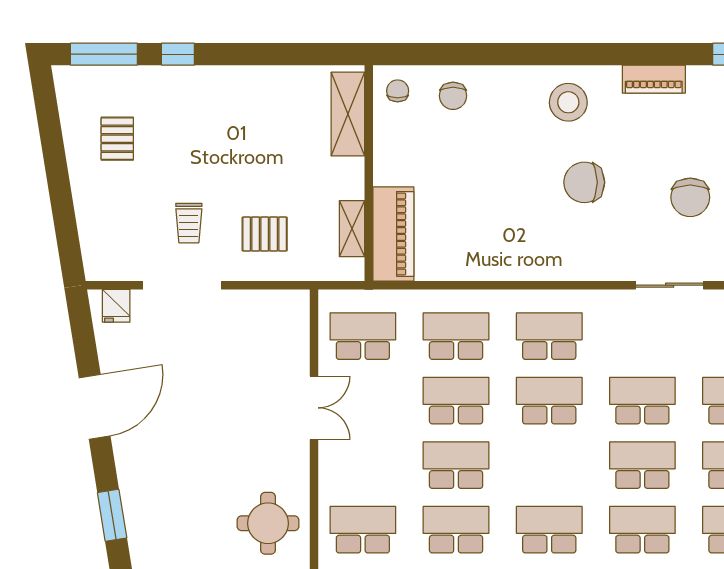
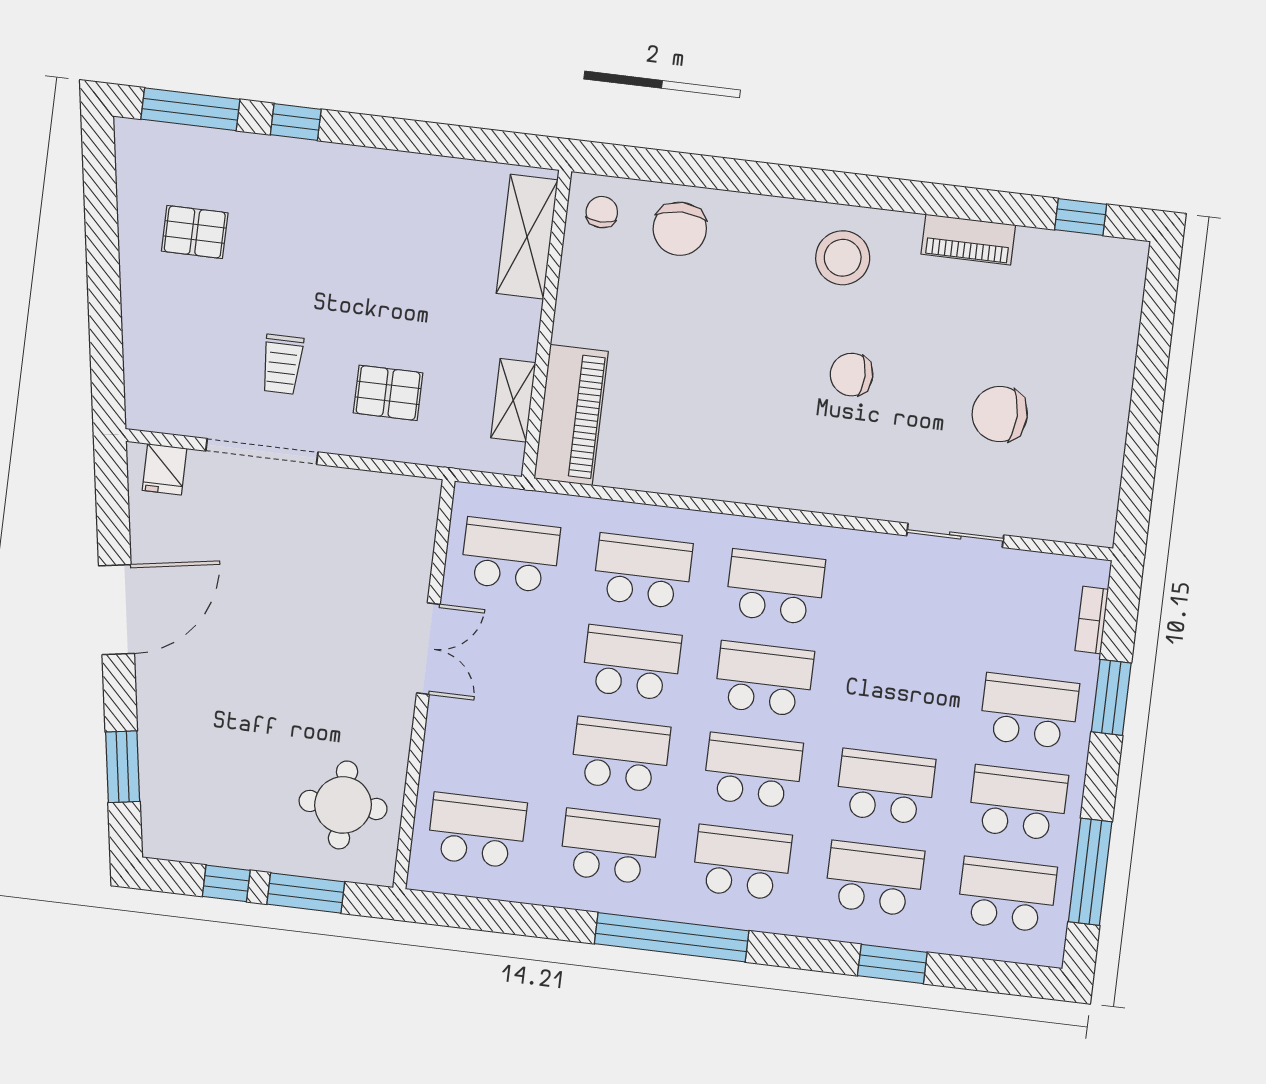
chair: (453, 96) -> (680, 229), width x1.37, depth x1.37
pallet: (117, 139) -> (195, 232), turned 90
chair: (584, 182) -> (852, 375), width x0.73, depth x0.73
chair: (690, 197) -> (1000, 414), turned 90
school desk: (642, 401) -> (753, 771), moved

